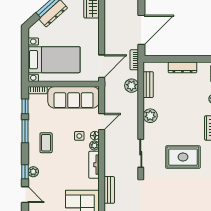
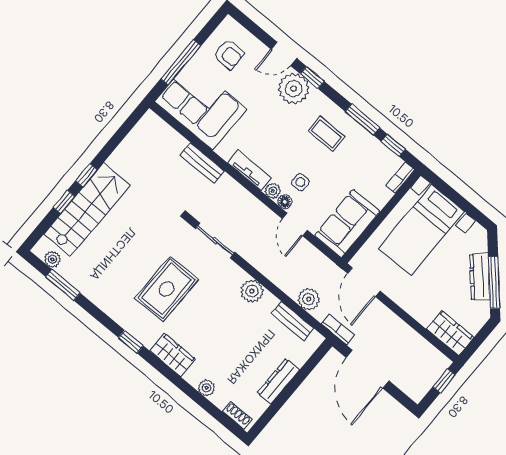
sofa: (74, 97) -> (347, 223), width x0.73
plant: (33, 172) -> (294, 89), width x1.88, depth x1.88

